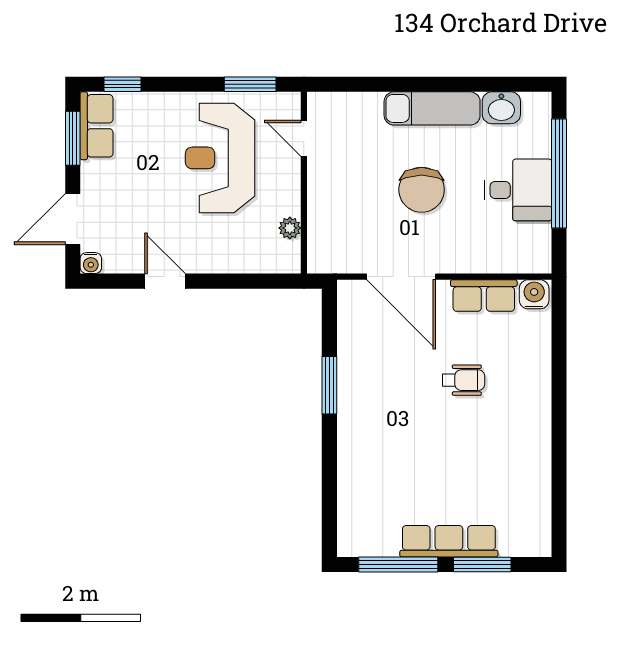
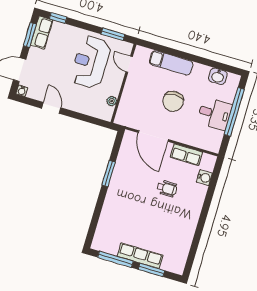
exam couch: (432, 108) -> (171, 63), moved
water cooler: (534, 294) -> (204, 178), moved, turned 90

